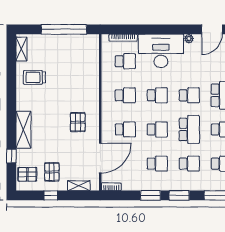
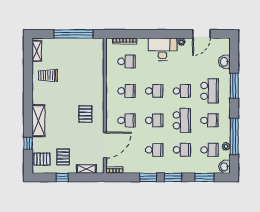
desk: (161, 51) -> (162, 49), width x0.73, depth x0.77

